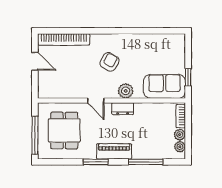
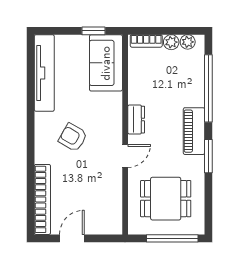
tv unit: (157, 41) -> (44, 73), added
plant: (126, 91) -> (112, 115), removed
window: (146, 162) -> (208, 88), width x1.46

